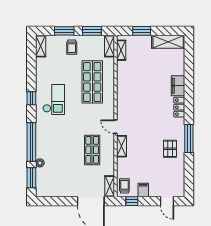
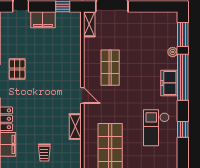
freezer: (43, 137) -> (169, 83), added
shelving: (121, 146) -> (75, 127), moved
trolley: (124, 186) -> (44, 152), moved
filing cabinet: (143, 190) -> (43, 20), width x2.00

